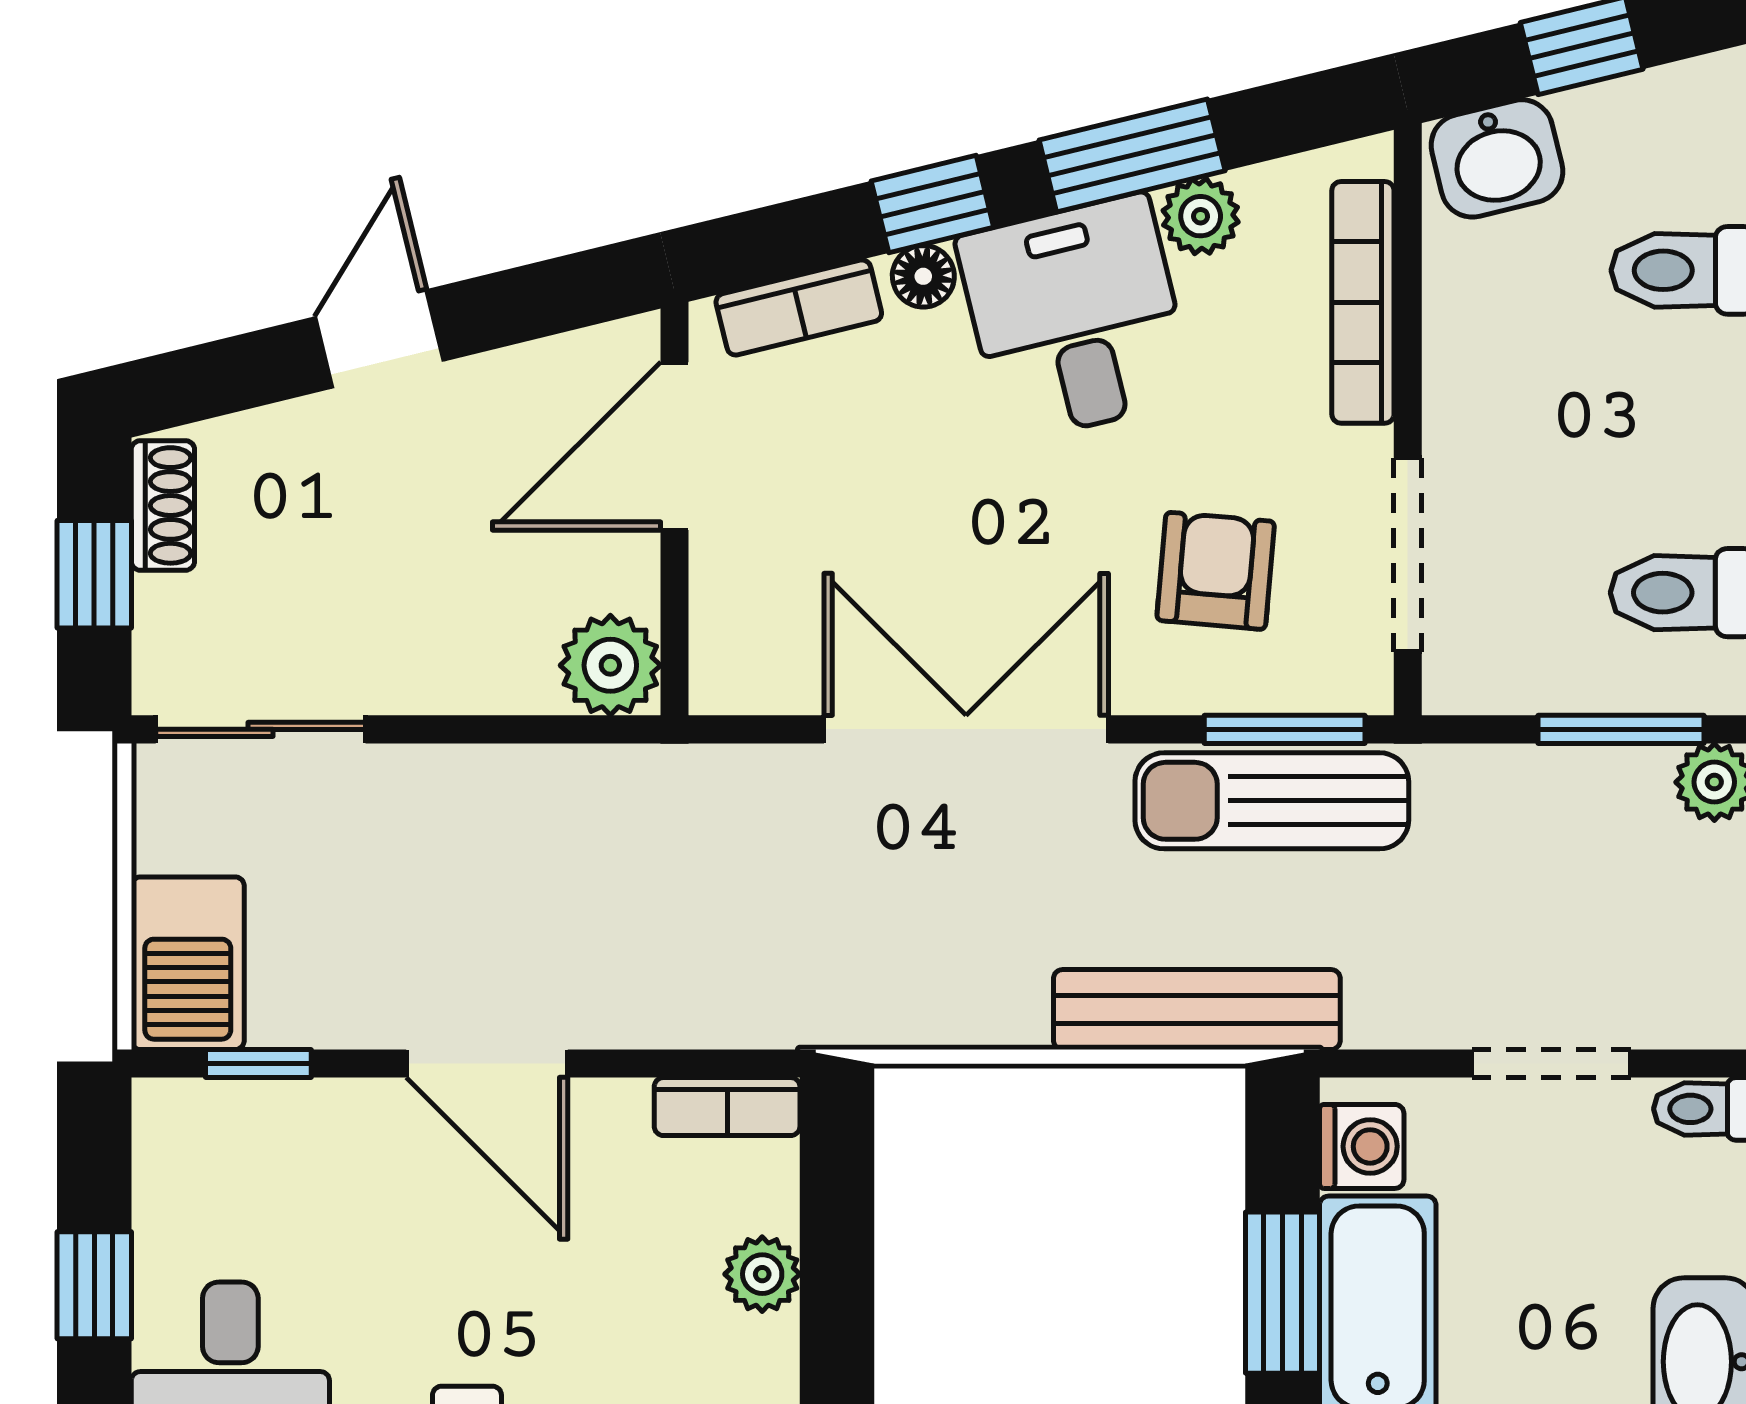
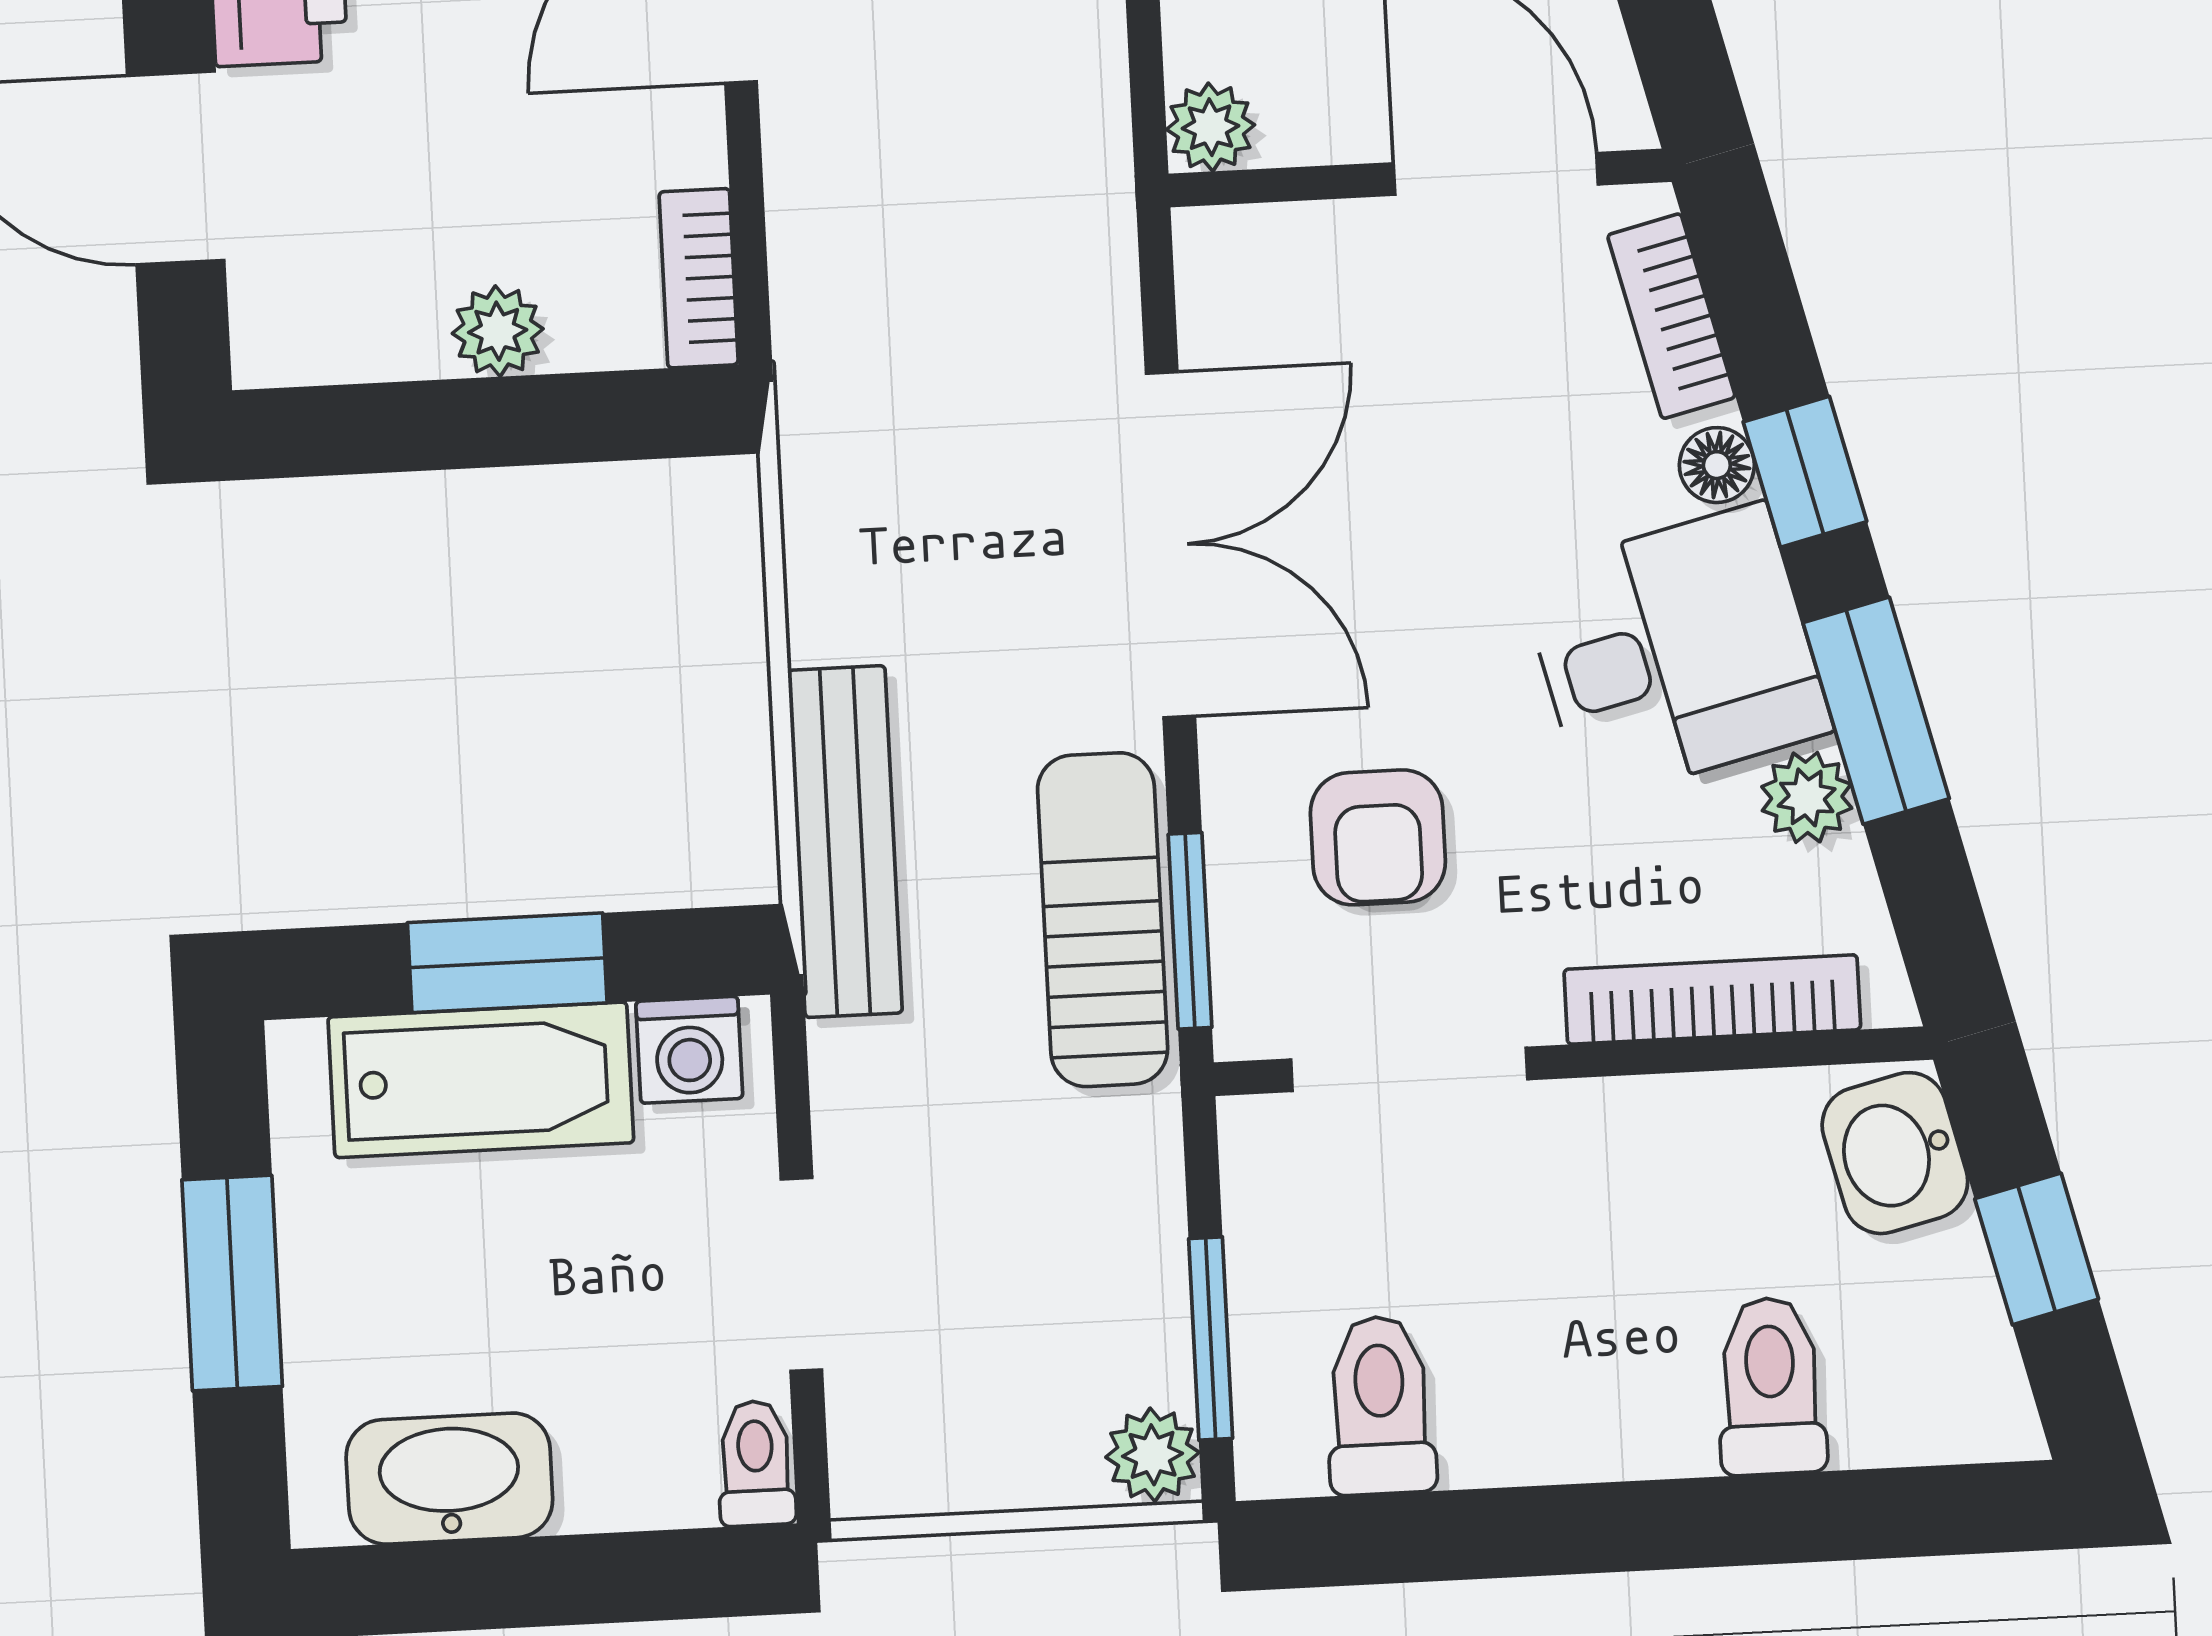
armchair: (1216, 571) -> (1378, 837), turned 85
plant: (610, 665) -> (1211, 127), width x0.73, depth x0.73

